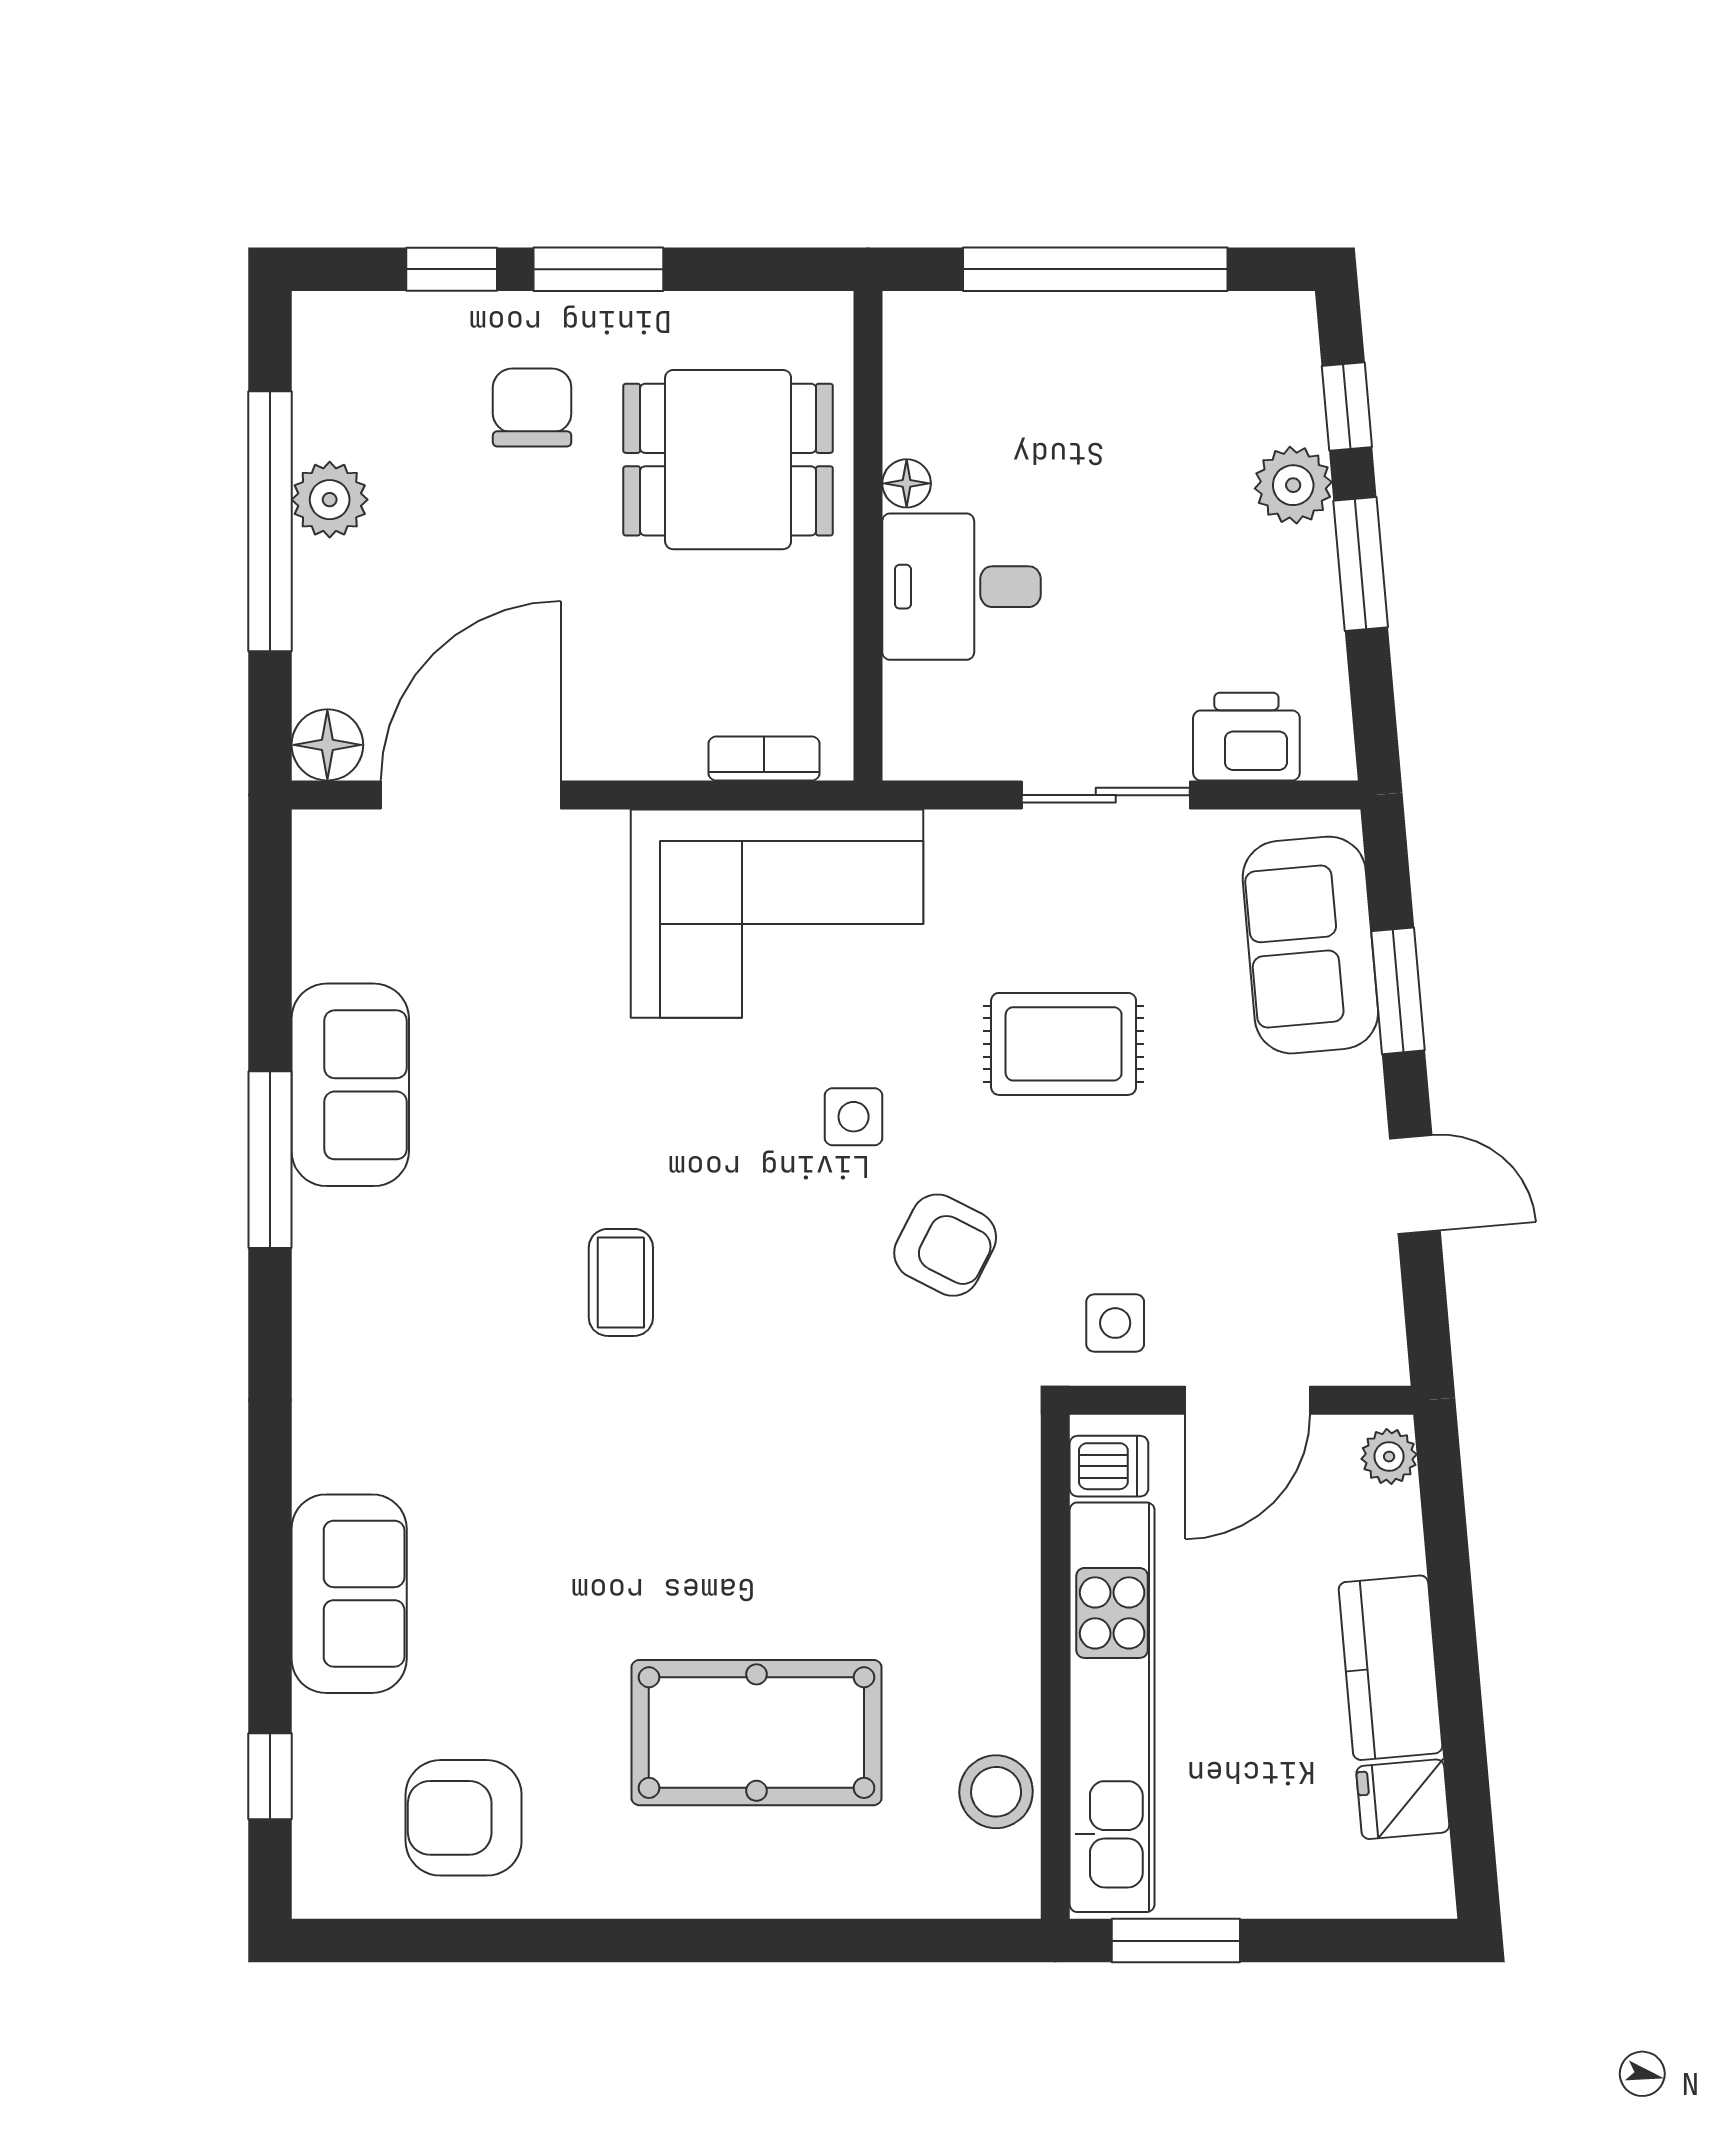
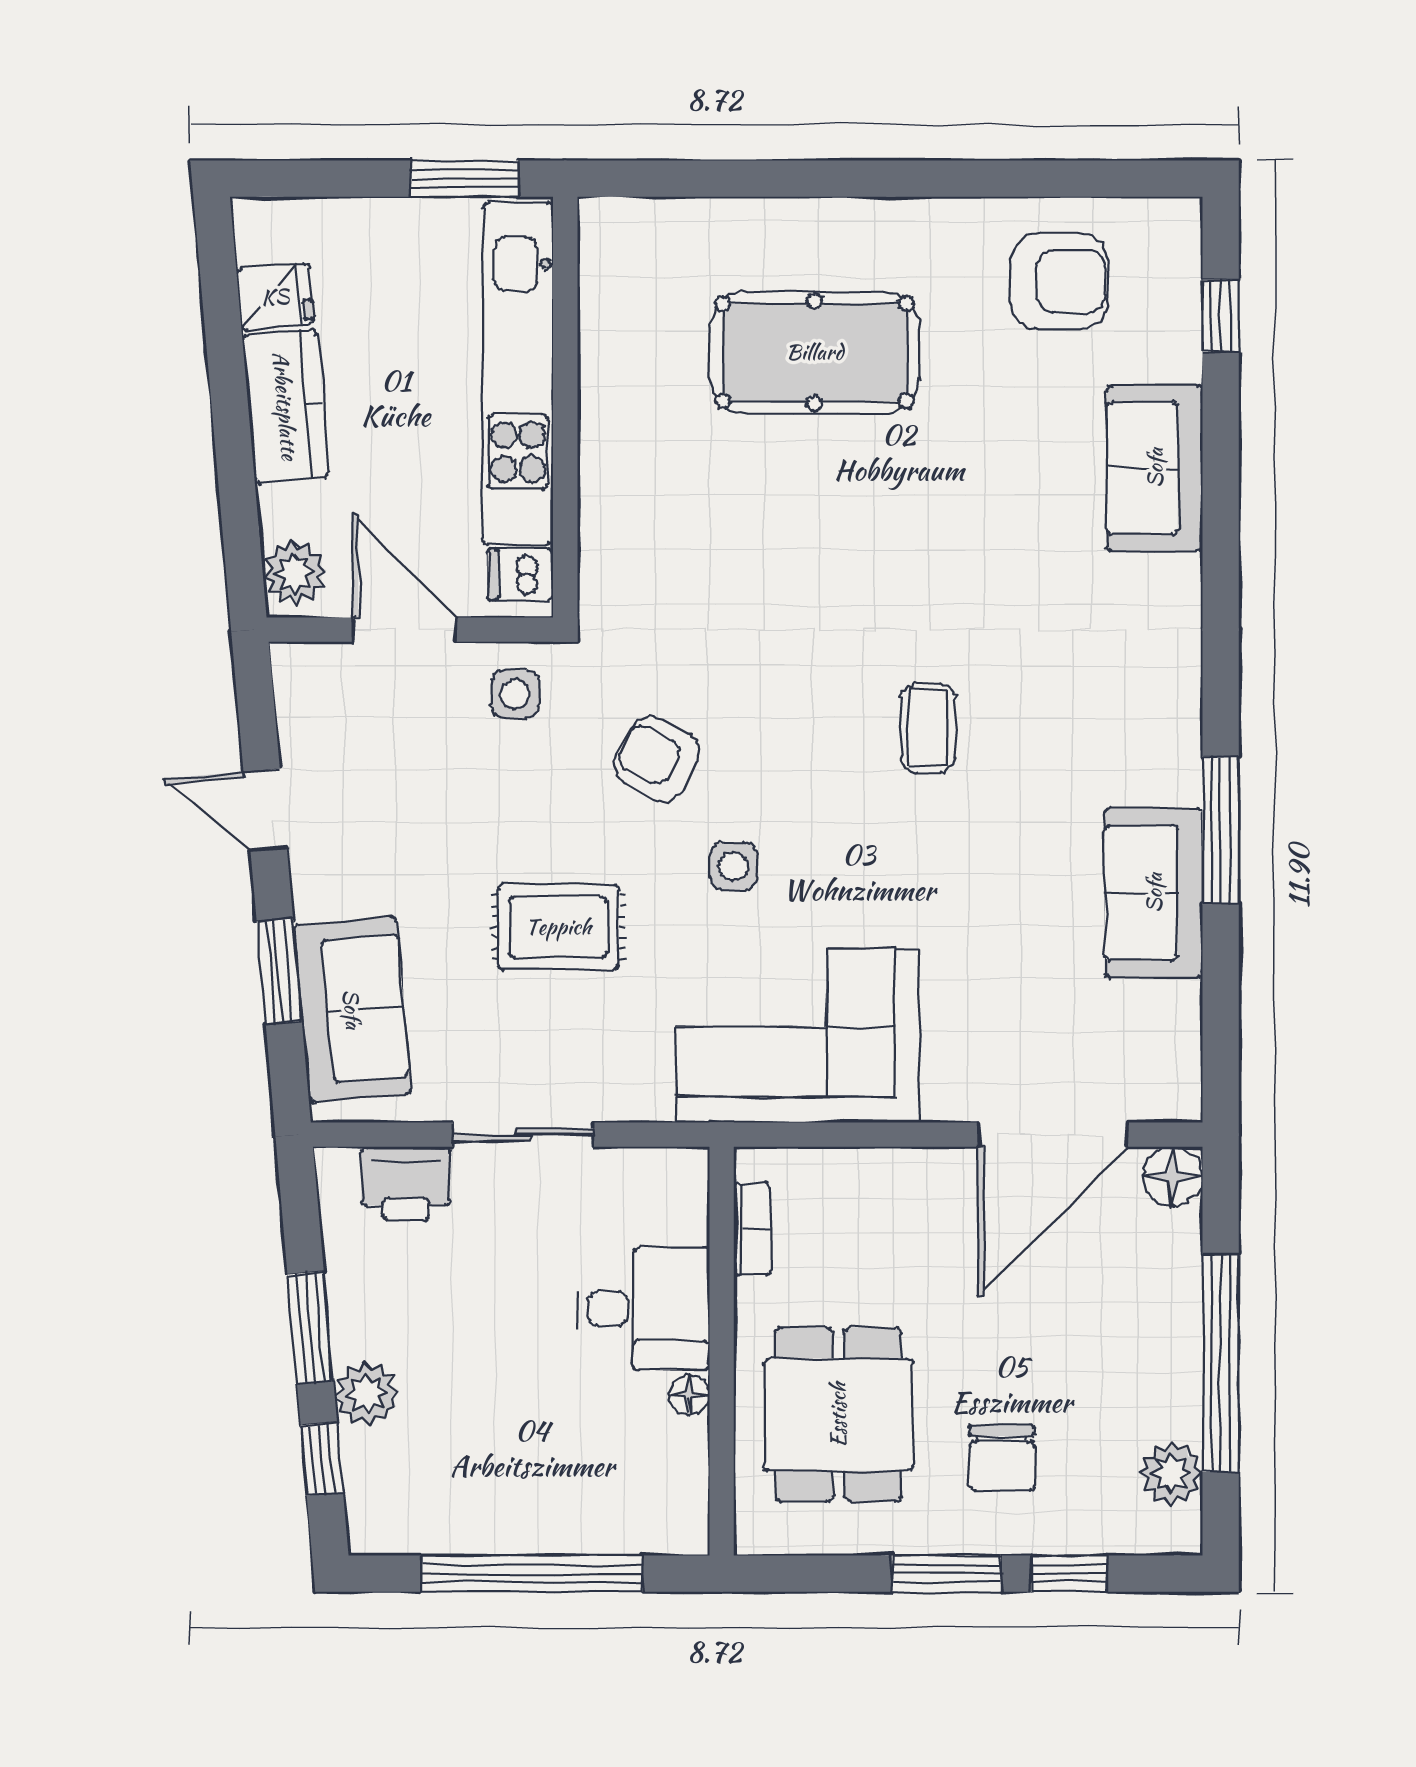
dining table: (728, 460) -> (838, 1415), turned 90
plant: (330, 500) -> (1171, 1473), moved
bookcase: (764, 758) -> (752, 1229), moved, turned -90
door: (1248, 1400) -> (405, 630), hinge flipped
plant: (1389, 1457) -> (295, 573), width x1.38, depth x1.38
stool: (996, 1792) -> (615, 303), removed

